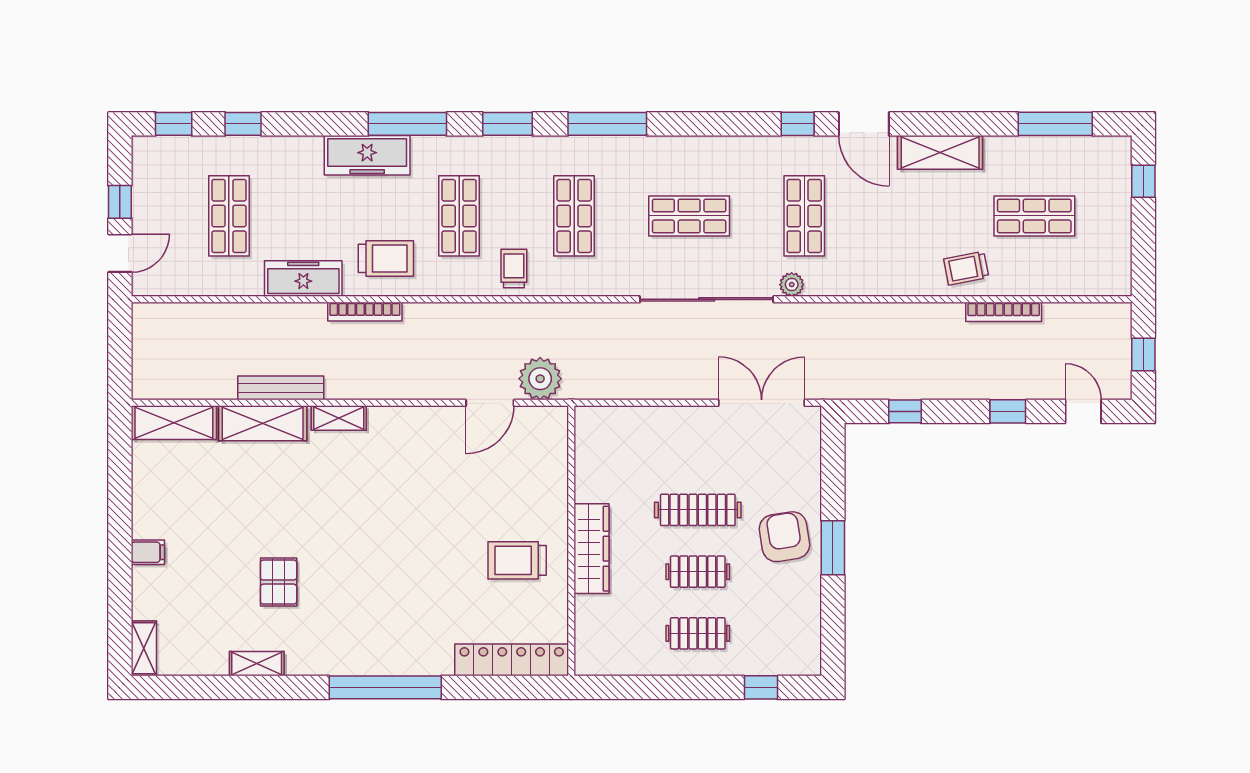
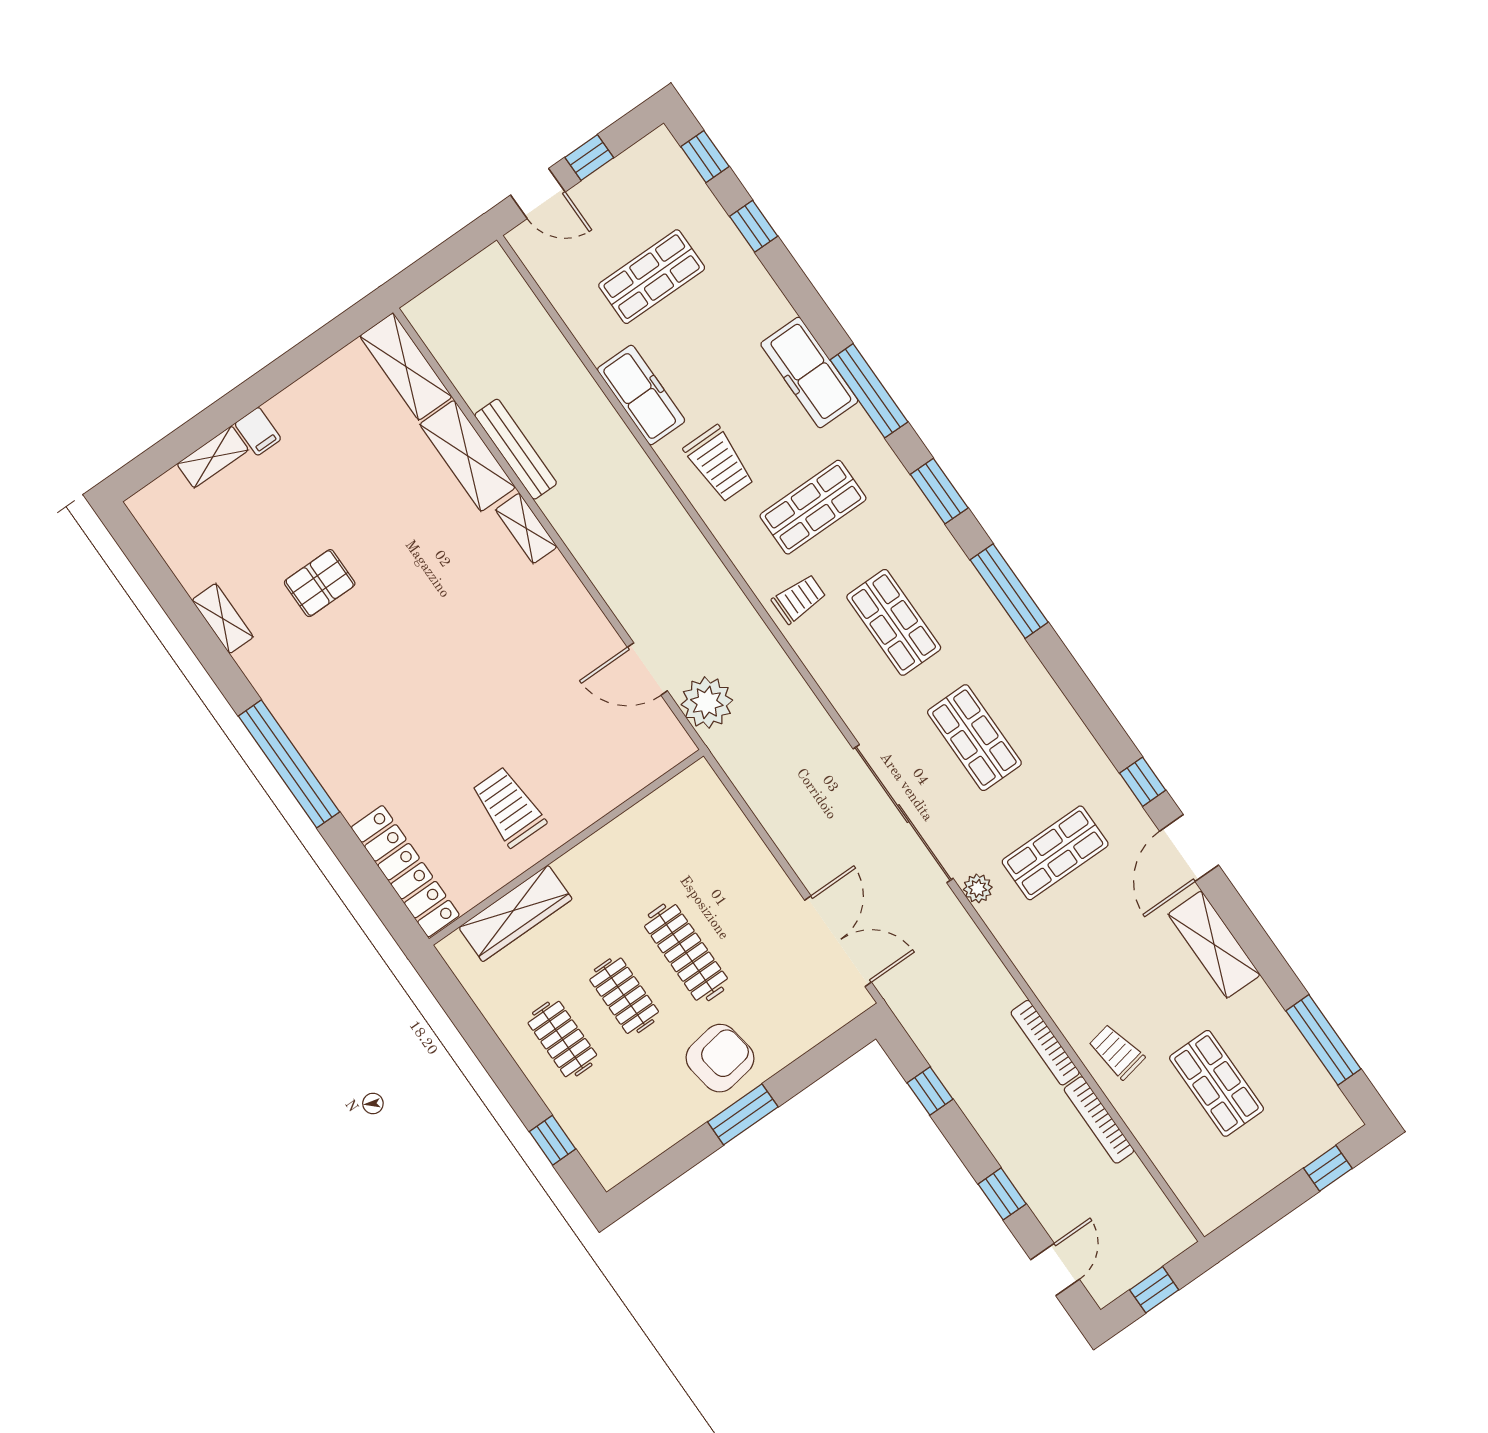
shop shelf: (574, 216) -> (894, 622), turned 90
bookcase: (365, 312) -> (1045, 1043), moved
wardrobe: (591, 549) -> (515, 913), moved
shelving: (144, 648) -> (213, 457), moved

